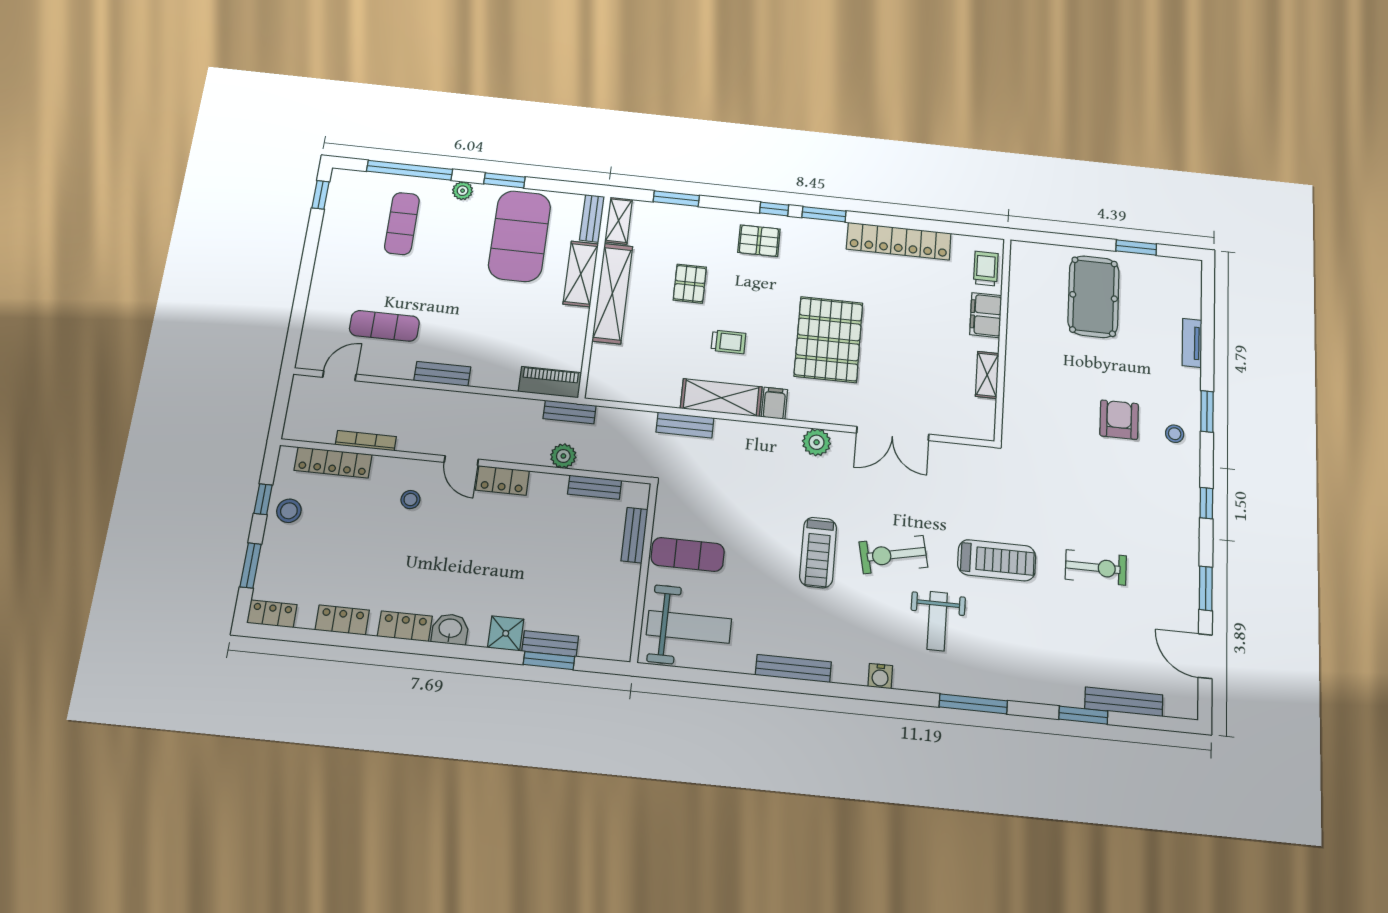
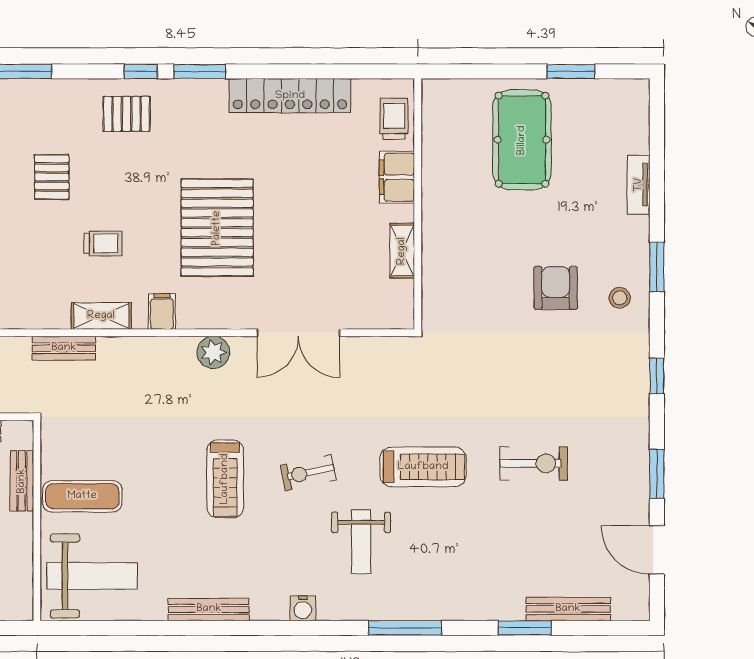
shelving: (721, 398) -> (101, 316), width x0.67, depth x0.75
exercise bike: (893, 555) -> (308, 473), width x0.73, depth x0.72

